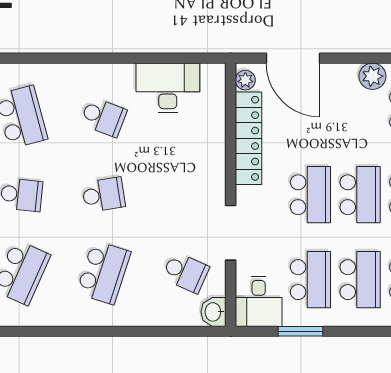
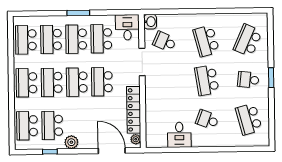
desk: (168, 88) -> (179, 135), width x0.73
school desk: (104, 195) -> (207, 80), width x1.85
school desk: (104, 272) -> (206, 41), turned -33
window: (301, 331) -> (78, 13), moved

